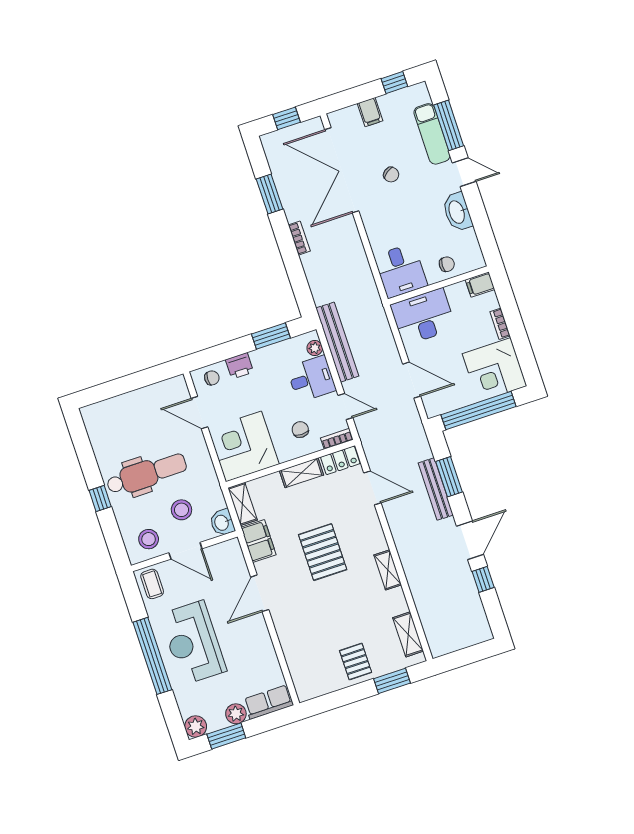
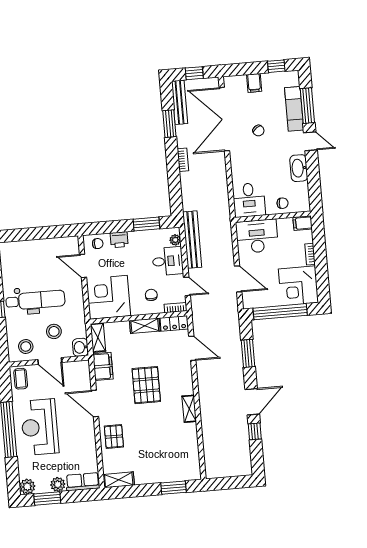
bench: (436, 489) -> (180, 102), moved
door: (260, 593) -> (95, 404), hinge flipped
shelving: (408, 634) -> (119, 480), moved, turned 90
pallet: (356, 662) -> (114, 437), moved

